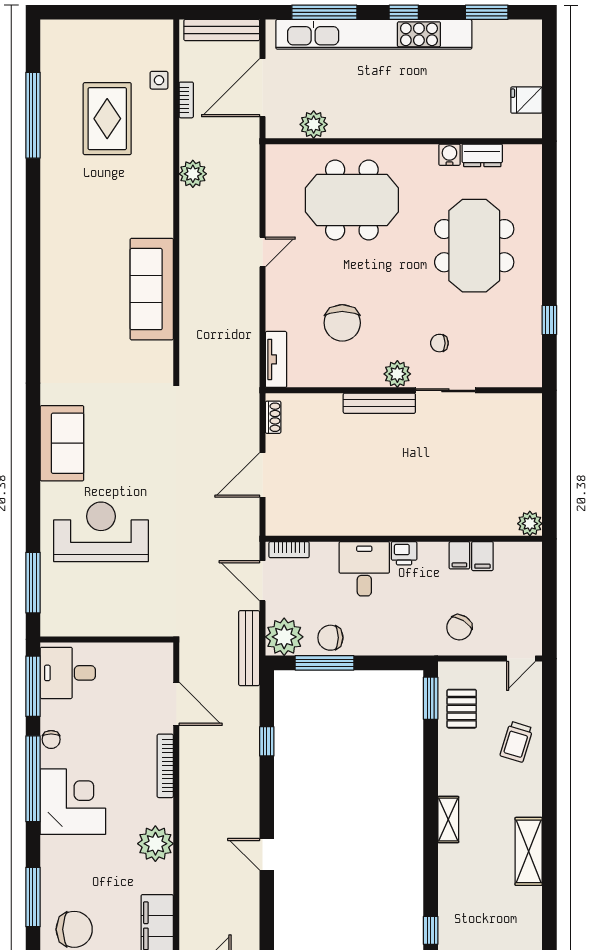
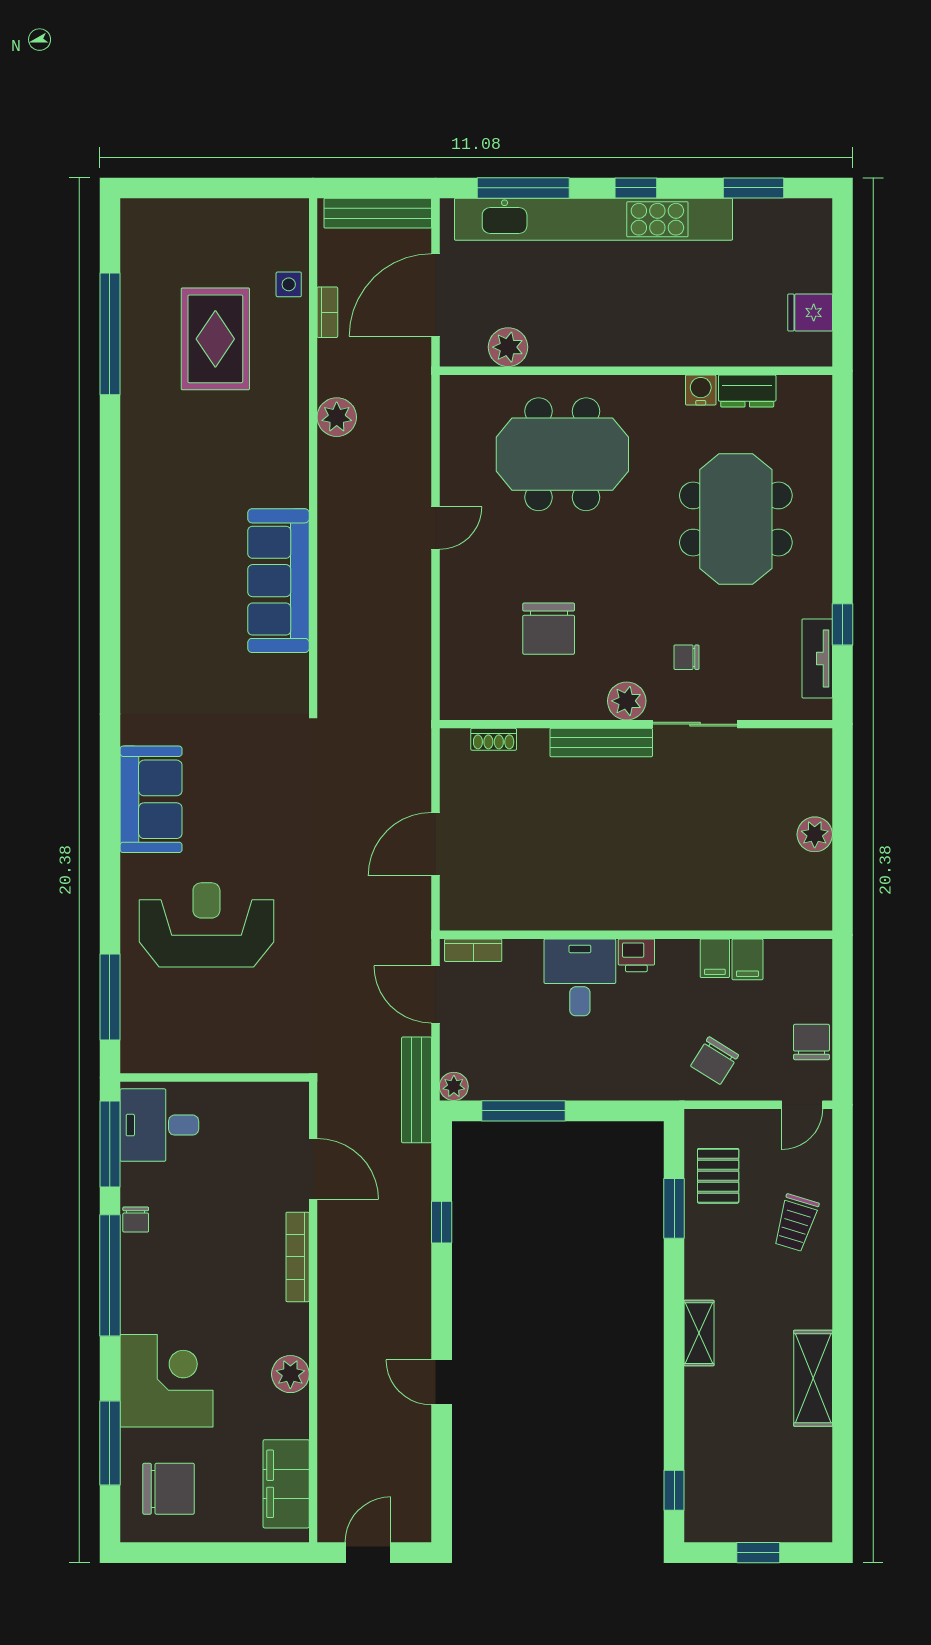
tv unit: (276, 359) -> (817, 658), moved, turned 180
shoe rack: (273, 417) -> (494, 739), moved, turned 90
plant: (530, 524) -> (815, 834), moved
plant: (284, 637) -> (454, 1086), width x0.53, depth x0.53
chair: (330, 638) -> (811, 1042), moved, turned 90
window: (431, 698) -> (674, 1208), moved
corner desk: (73, 802) -> (167, 1381), moved
plant: (155, 844) -> (290, 1374), width x0.73, depth x0.73

